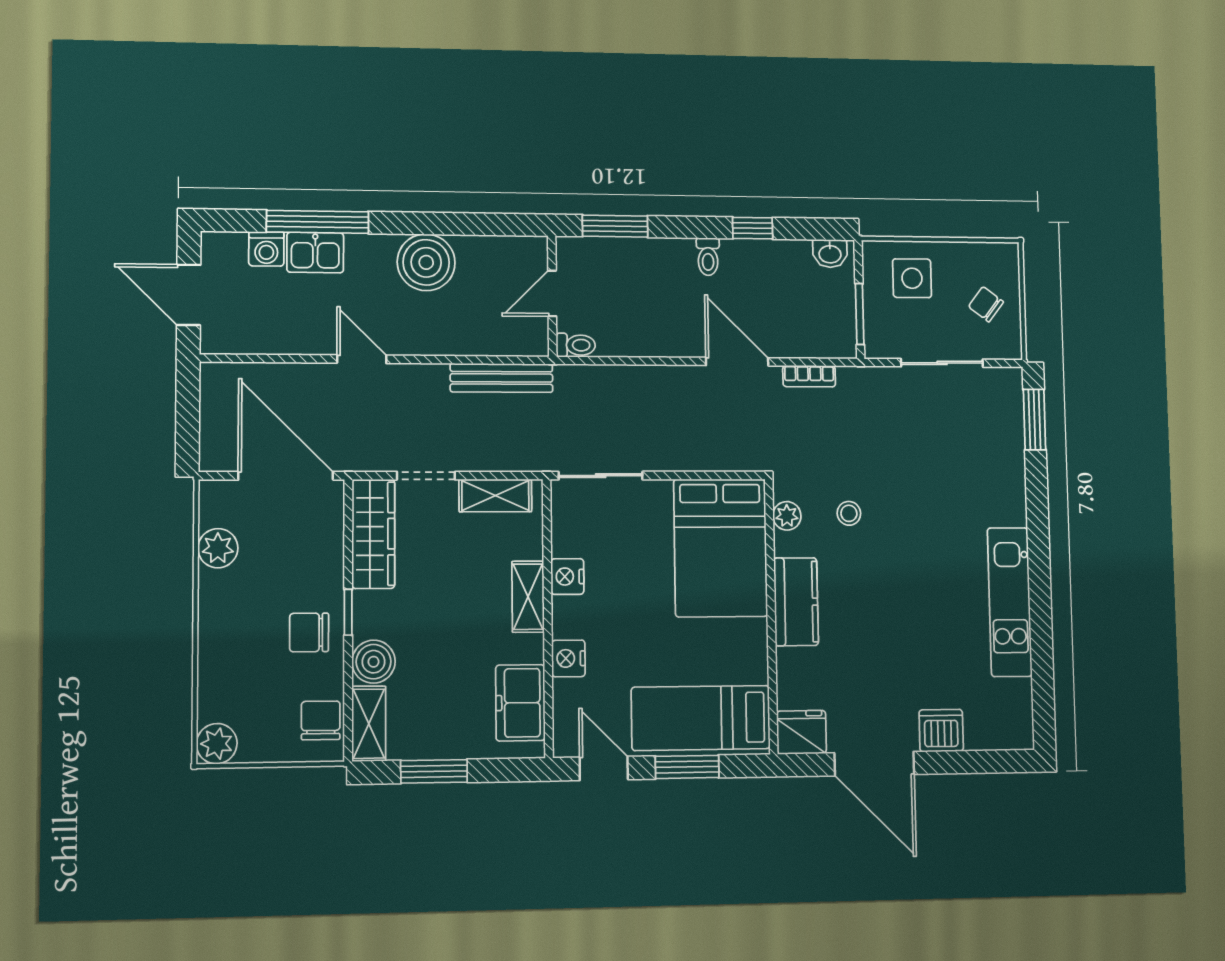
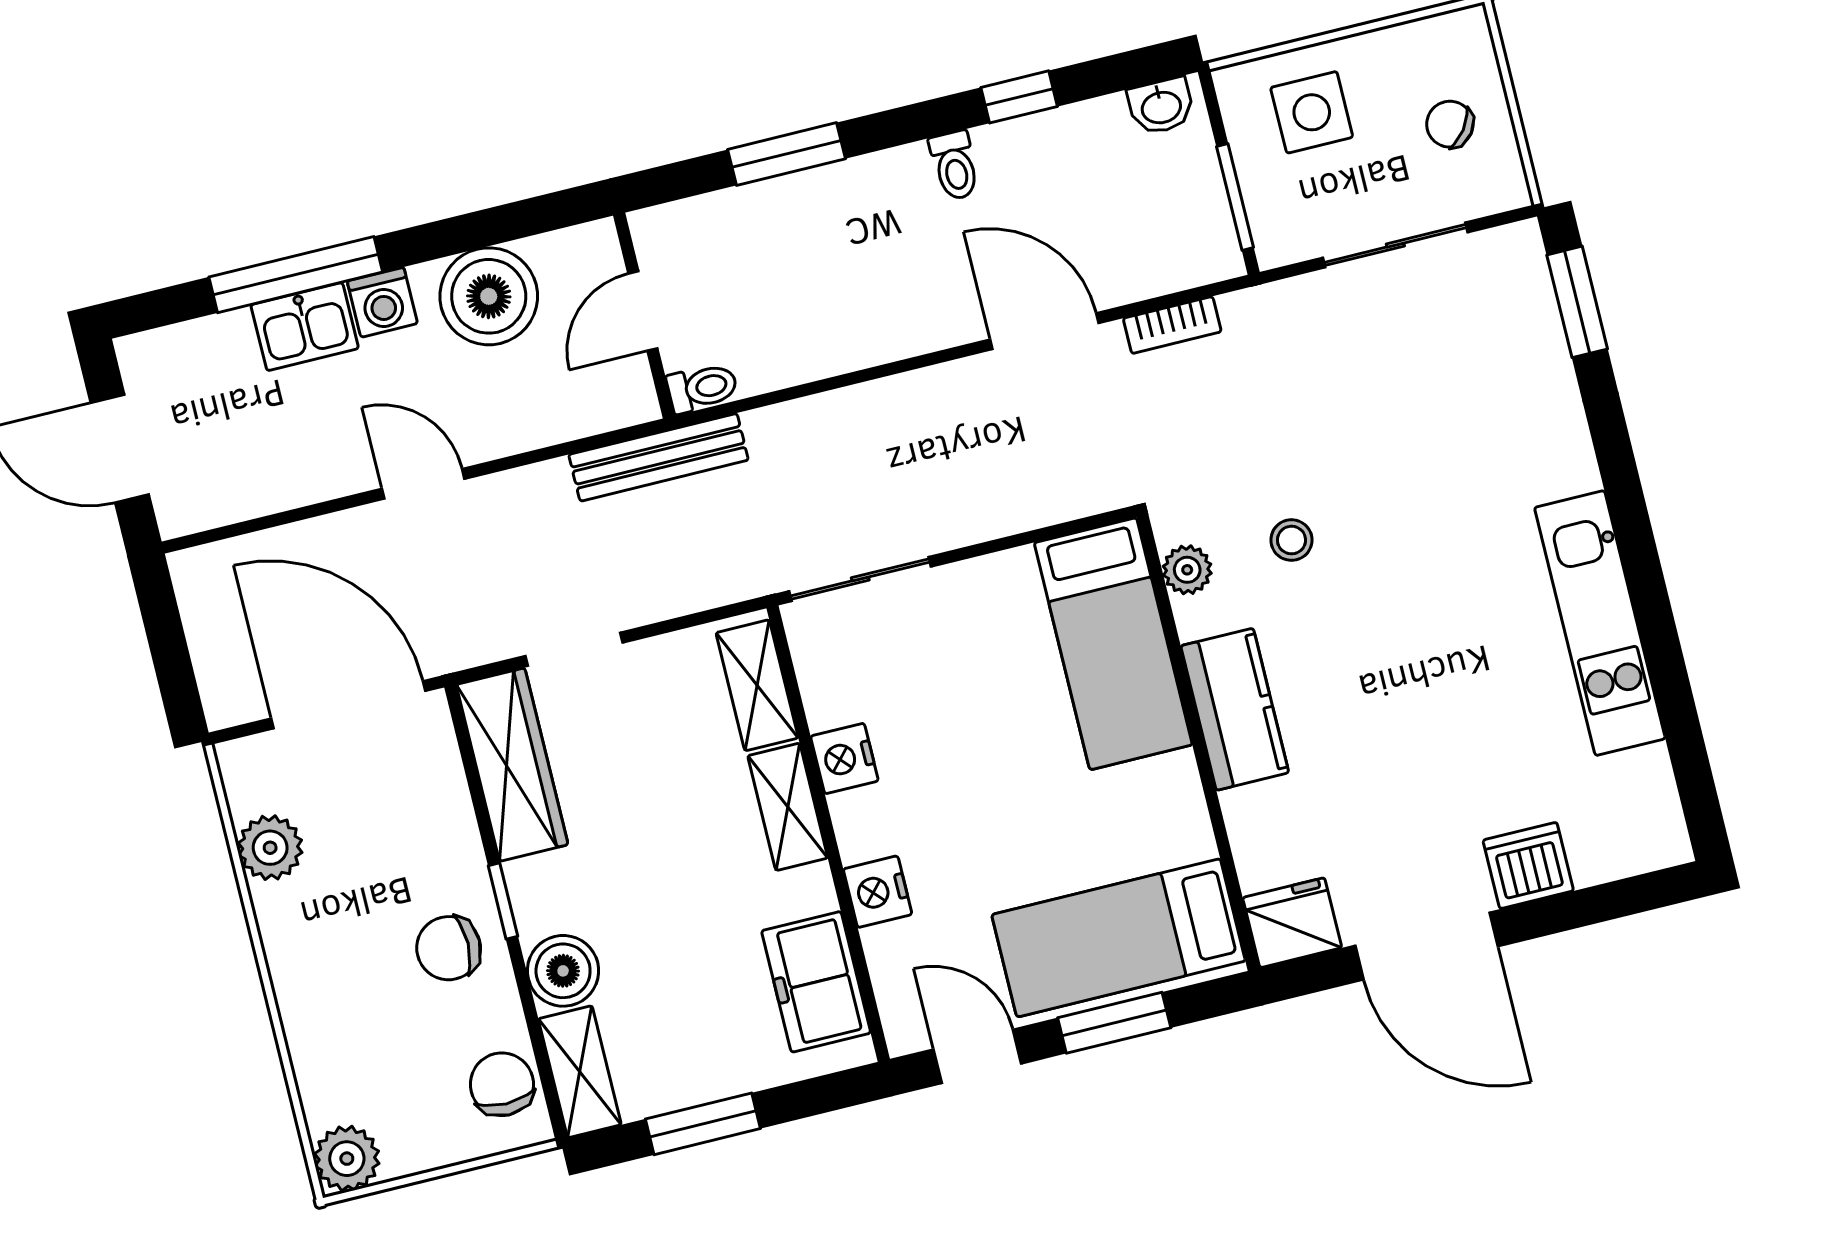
washing machine: (266, 249) -> (382, 302), moved
door: (552, 293) -> (643, 311), moved
wall: (552, 296) -> (644, 316), moved
toilet: (576, 345) -> (702, 388), moved
shelving: (495, 496) -> (757, 685), moved, turned 90
bed: (721, 548) -> (1113, 644), width x0.67

